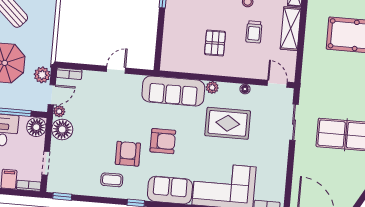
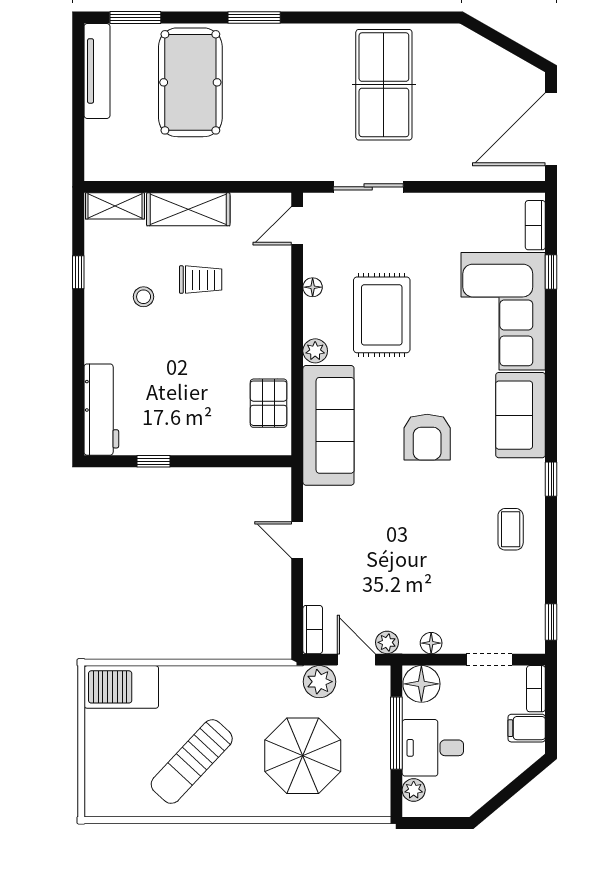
pallet: (215, 43) -> (269, 403), moved, turned 90
floor lamp: (62, 129) -> (431, 643), width x0.53, depth x0.53
armchair: (163, 141) -> (427, 437), turned 180
armchair: (128, 154) -> (457, 503), removed

